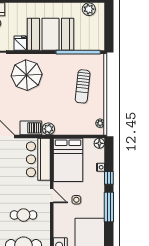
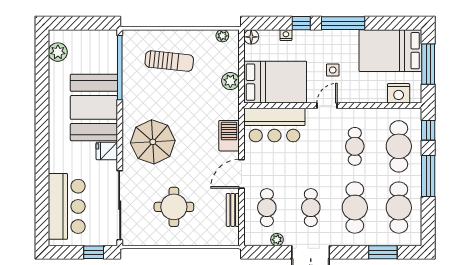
plant: (48, 129) -> (230, 81), moved

